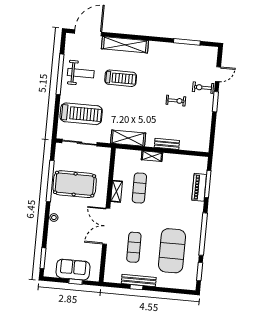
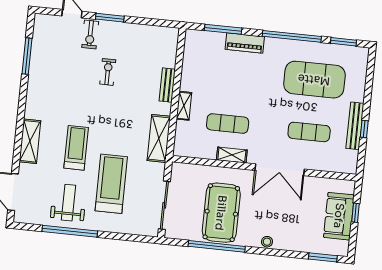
shelving: (125, 45) -> (30, 141), width x0.68
treadmill: (81, 114) -> (111, 184), moved
piano: (199, 187) -> (245, 43), moved

